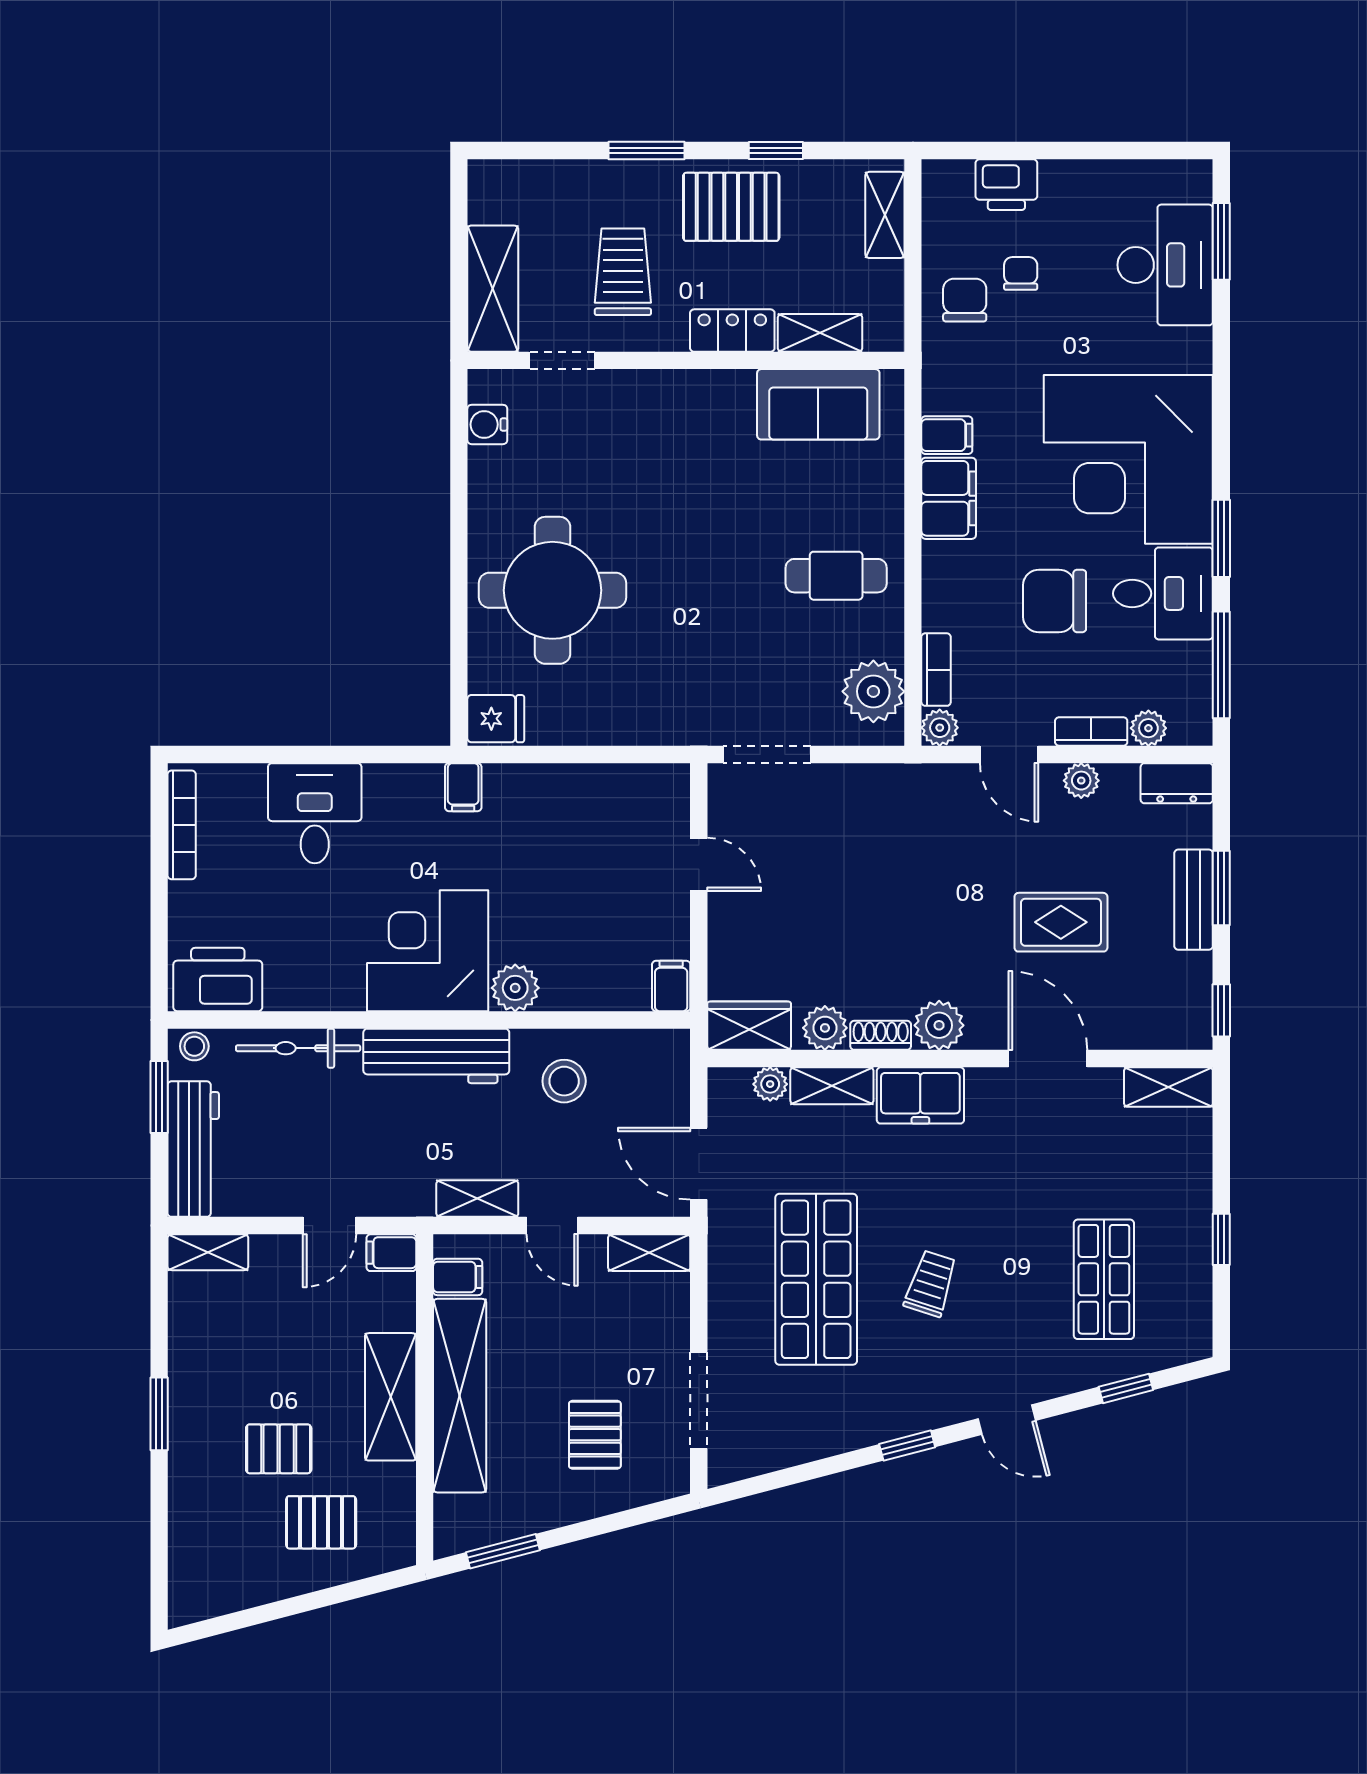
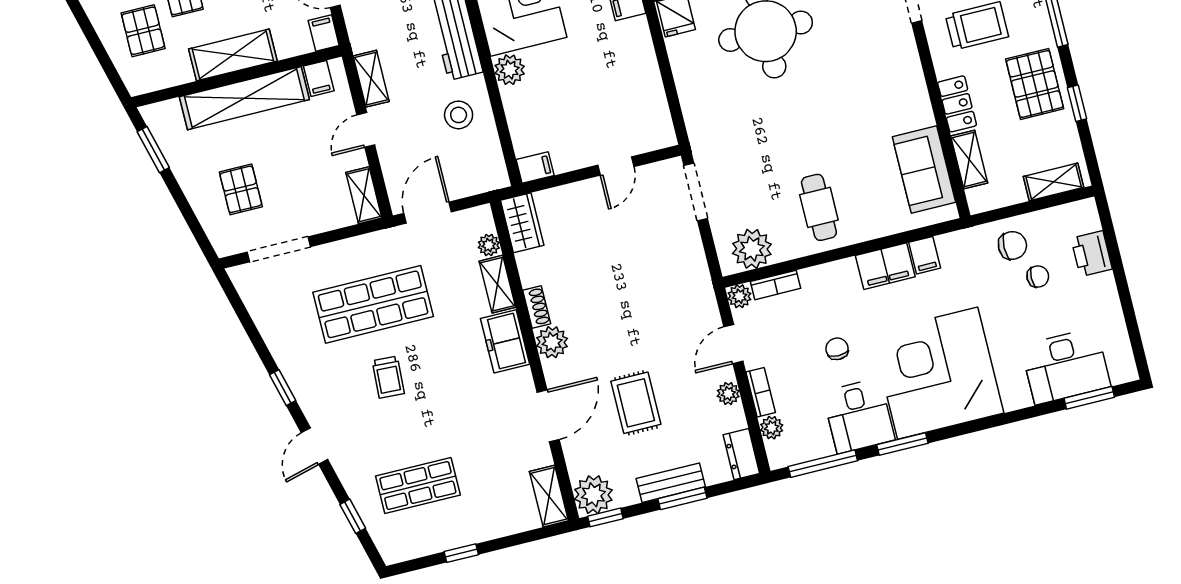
chair: (1055, 601) -> (837, 349), width x0.54, depth x0.54
plant: (825, 1028) -> (593, 495), moved, width x1.36, depth x1.36
trolley: (931, 1284) -> (388, 377), turned 75
pallet: (595, 1435) -> (241, 189), turned 90

